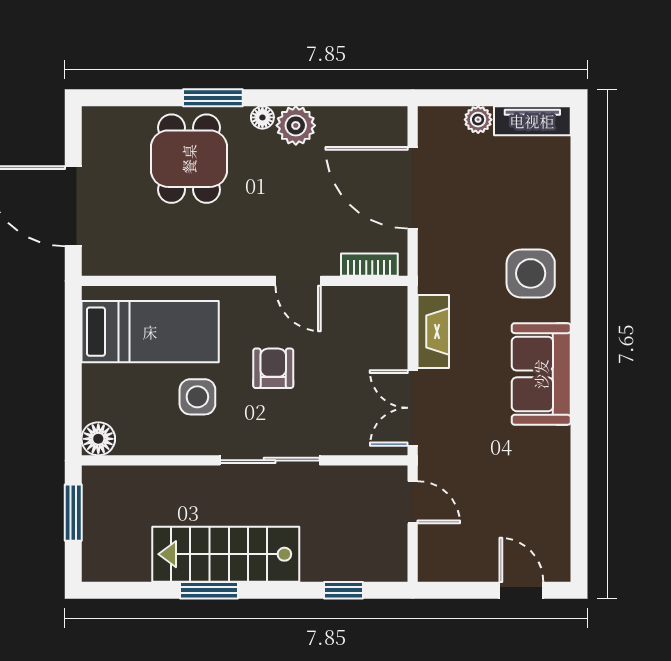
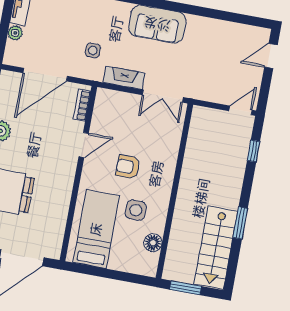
side table: (531, 273) -> (93, 50), moved, width x0.54, depth x0.54
floor lamp: (98, 439) -> (153, 243), moved
sliding door: (270, 460) -> (177, 178), removed
door: (413, 502) -> (240, 110), moved
stairs: (226, 554) -> (216, 248), moved

